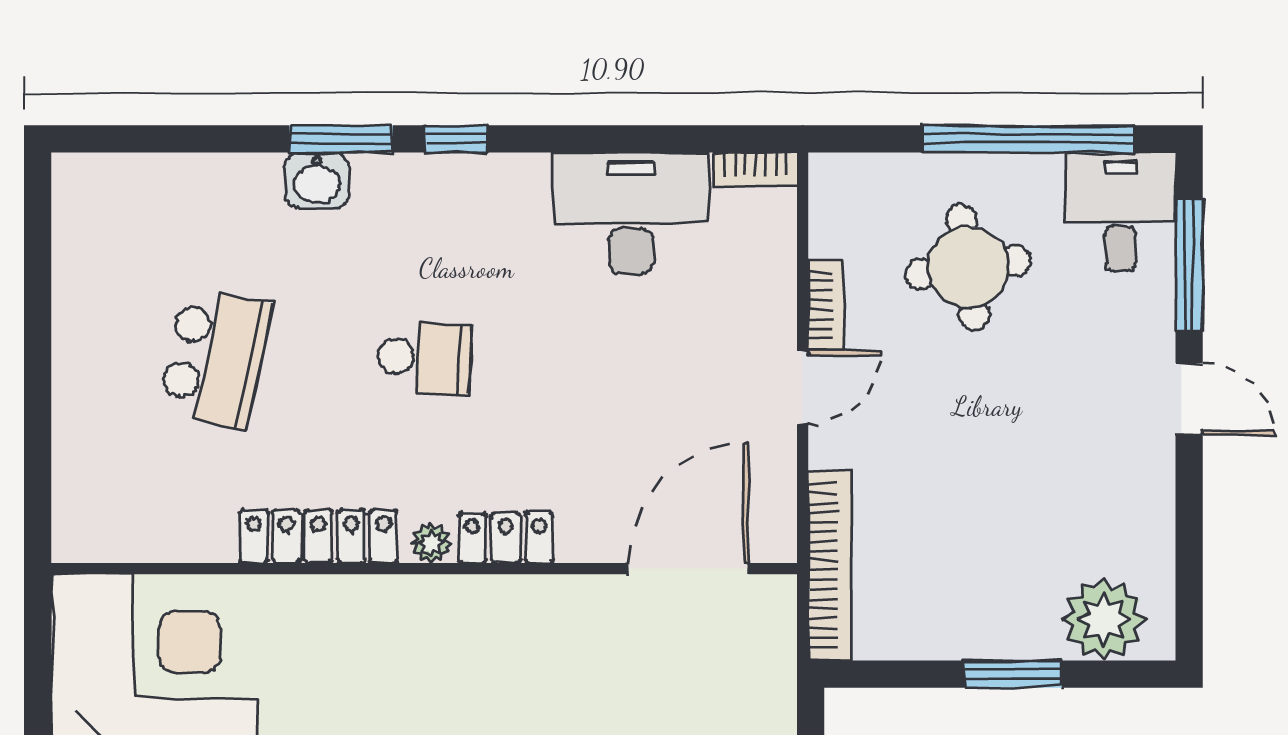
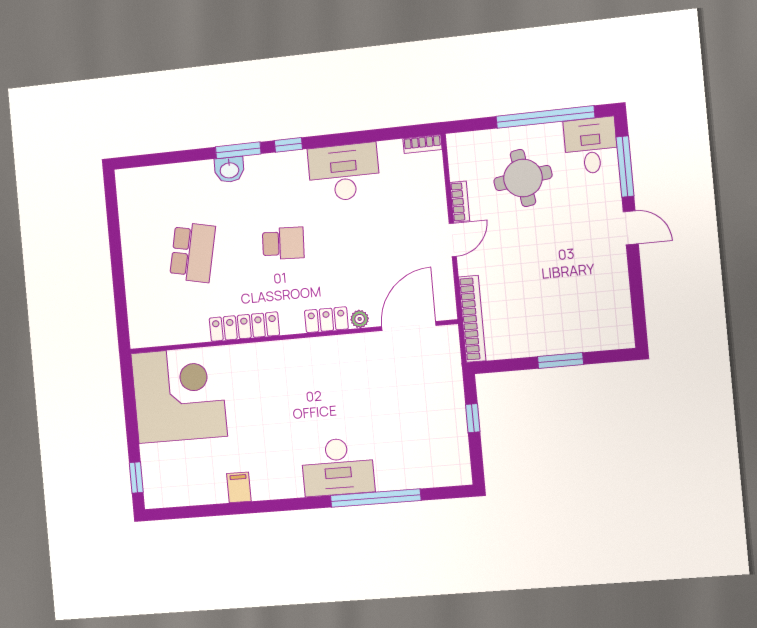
desk: (631, 213) -> (344, 172), moved
plant: (431, 543) -> (360, 319), moved
plant: (1104, 619) -> (600, 332), removed

